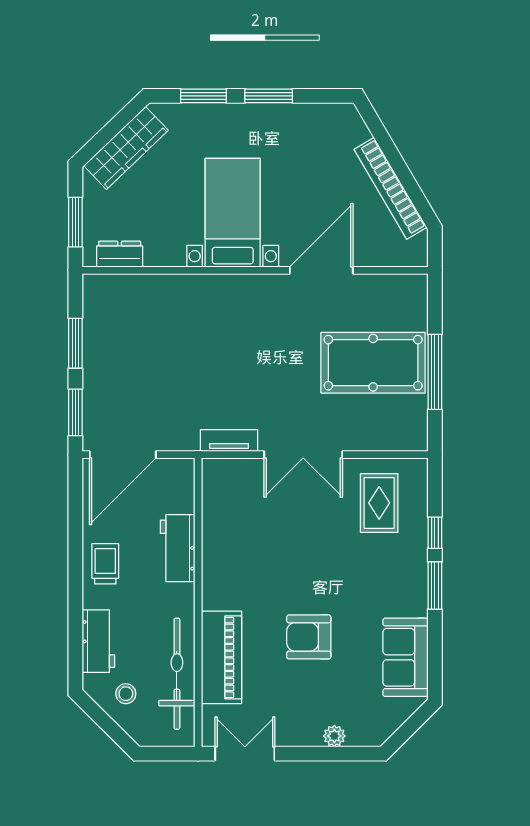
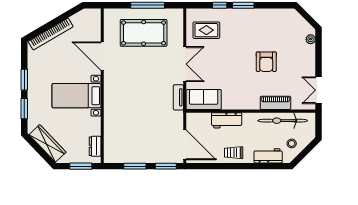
bookcase: (390, 188) -> (51, 34), moved
pool table: (373, 363) -> (144, 33), turned 90
piano: (222, 657) -> (275, 103), width x0.73, depth x0.75
sofa: (406, 657) -> (204, 100), moved, turned 180
plant: (334, 736) -> (311, 39), moved

